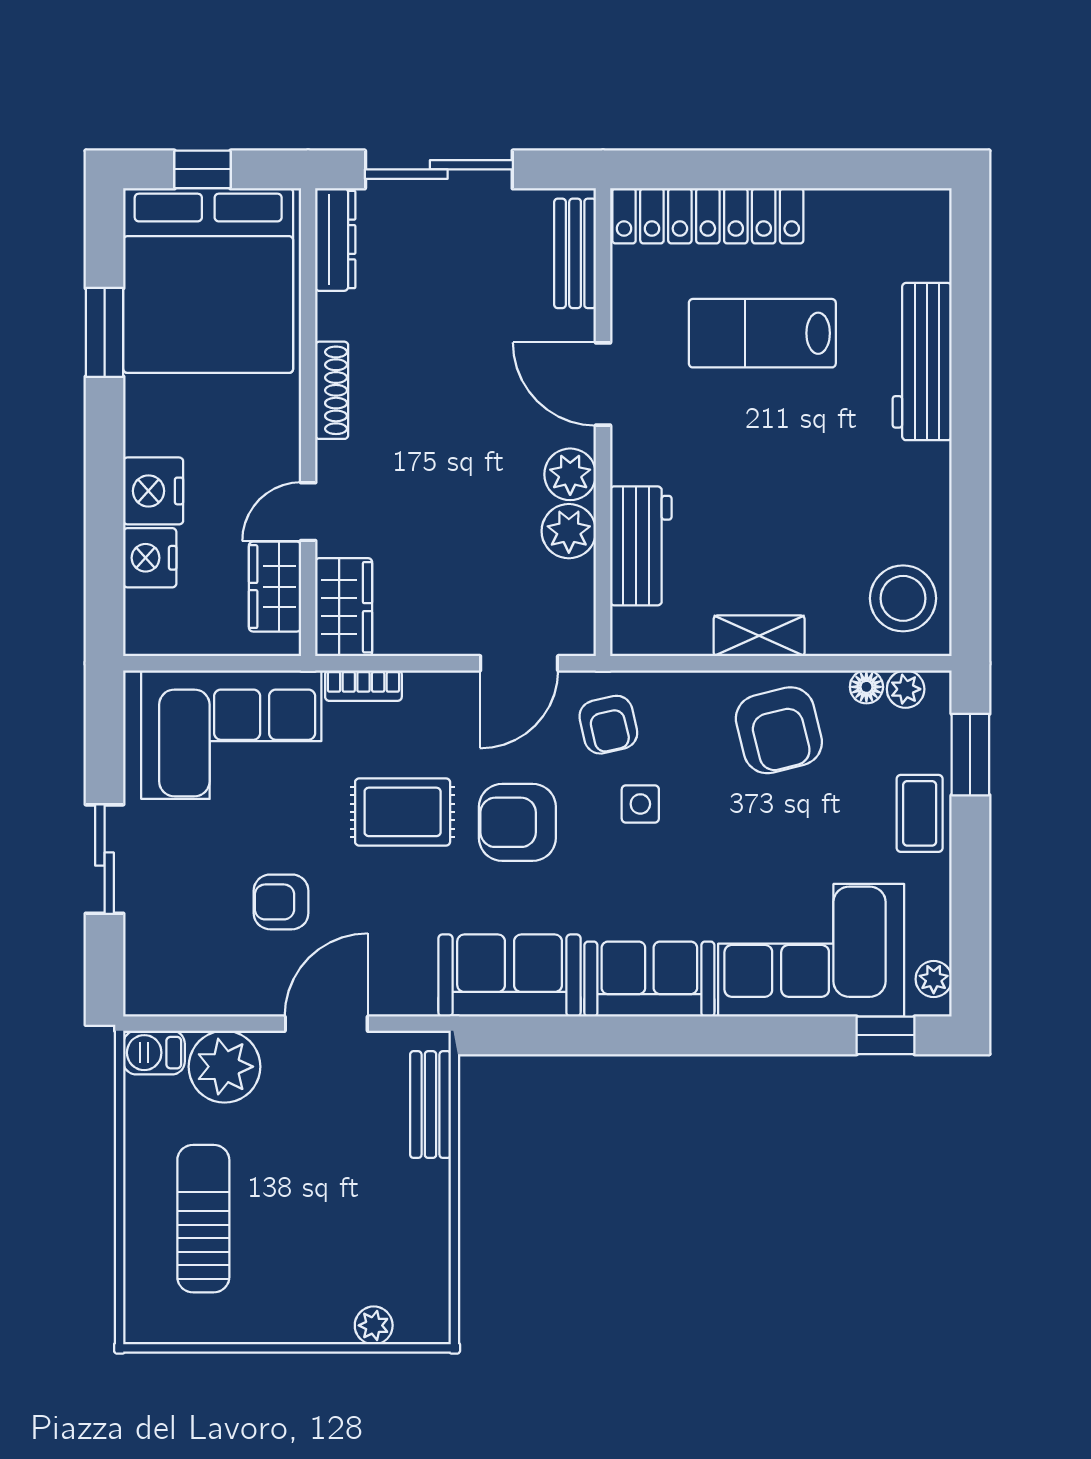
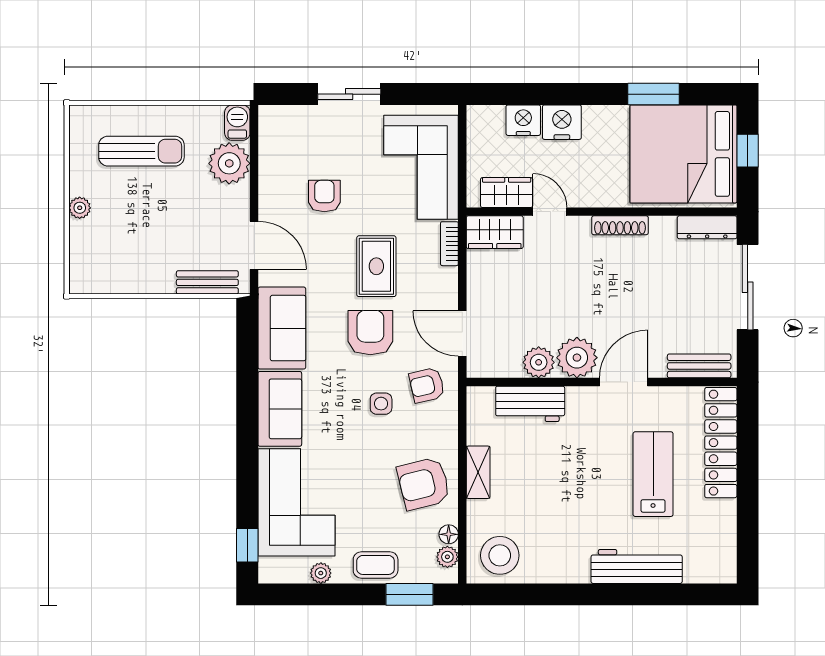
plant: (570, 474) -> (577, 358), width x1.36, depth x1.36
plant: (934, 979) -> (321, 573), moved
door: (326, 1024) -> (254, 245), moved
plant: (374, 1325) -> (80, 208), moved

